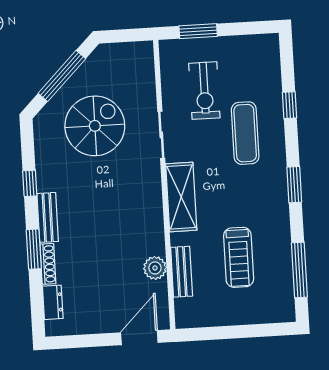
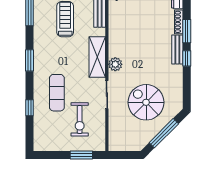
exercise bike: (204, 91) -> (80, 119), turned 180
spiral stairs: (95, 126) -> (146, 102), turned 90
window: (30, 183) -> (187, 58), moved
plant: (155, 268) -> (115, 64), moved

